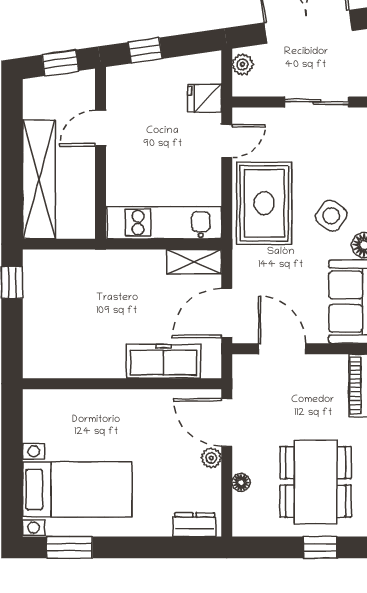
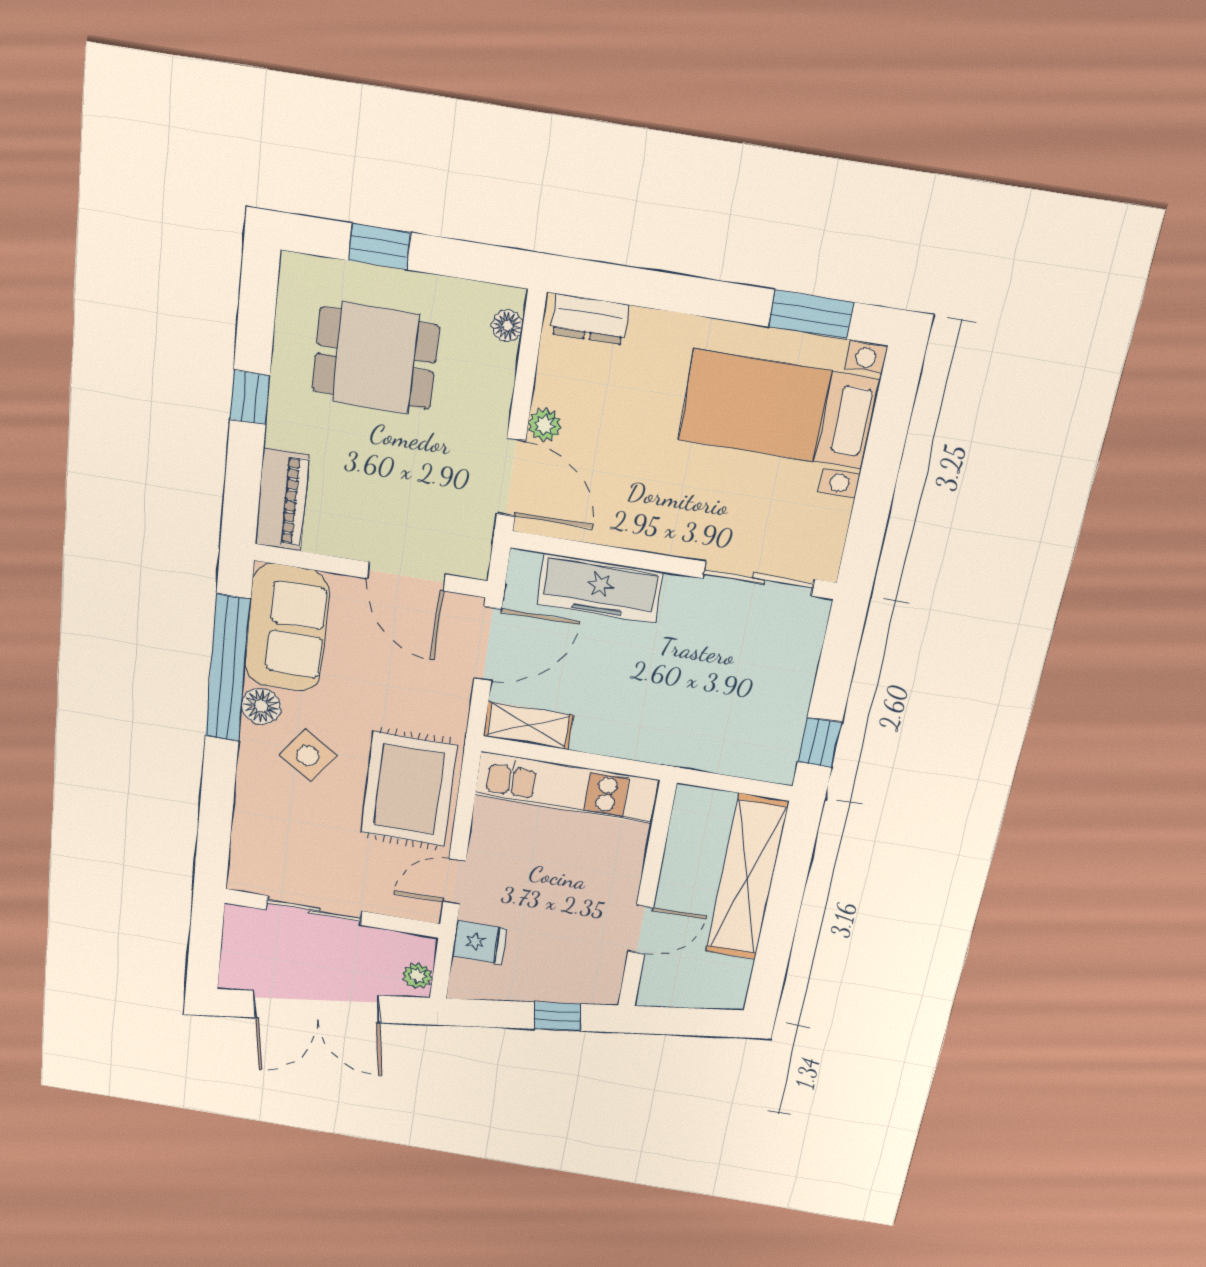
window: (60, 63) -> (684, 1022), removed
sliding door: (70, 384) -> (758, 579), added
floor lamp: (241, 482) -> (507, 326), moved
dining table: (316, 482) -> (375, 358), width x0.73

